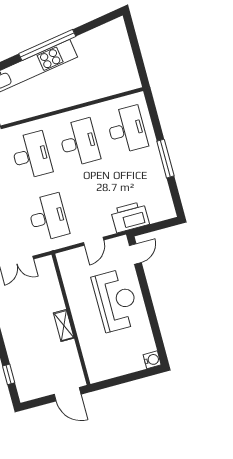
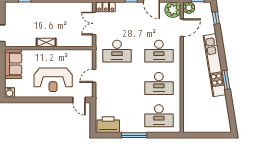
window: (47, 45) -> (226, 80), width x0.47
printer: (130, 217) -> (108, 125), moved, turned -90
door: (94, 241) -> (94, 76), hinge flipped
sofa: (109, 366) -> (13, 64), added

